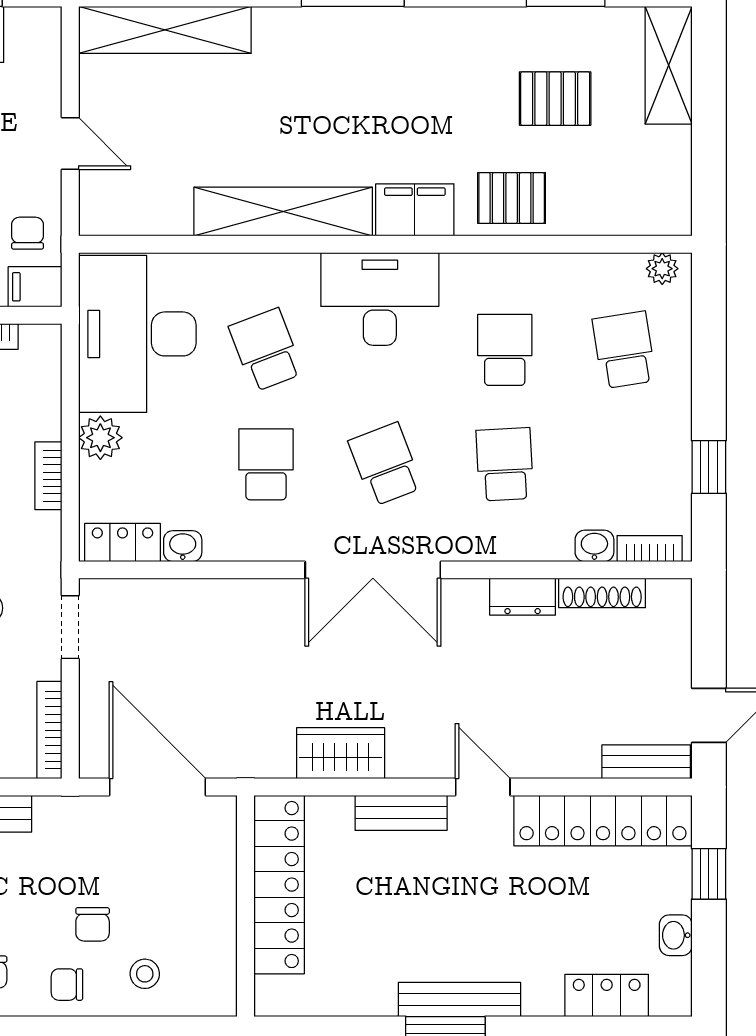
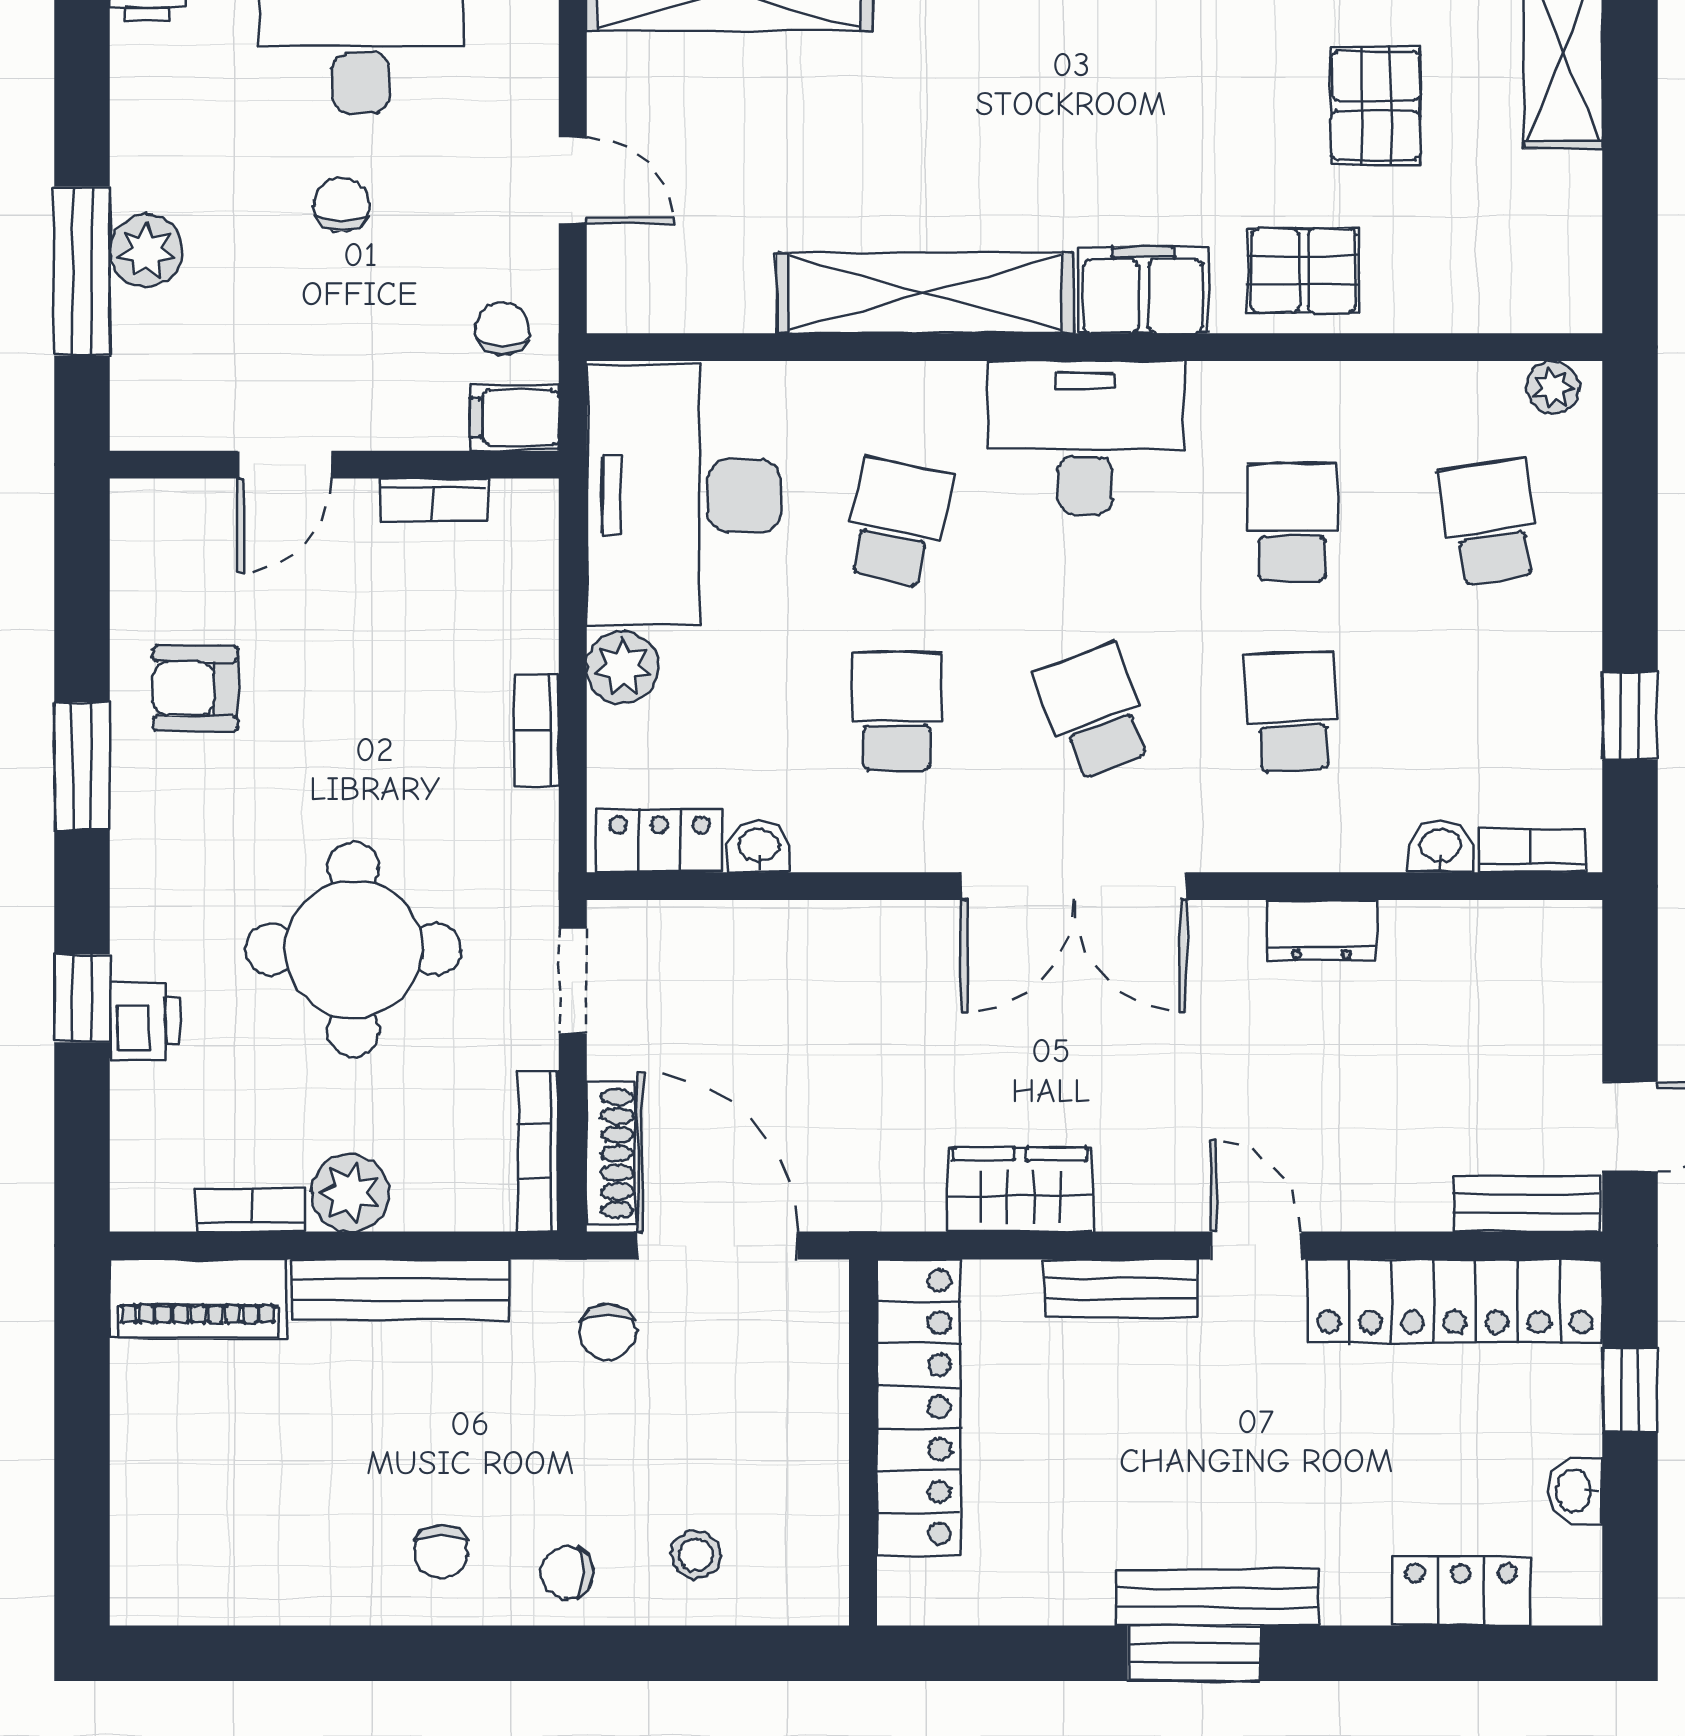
pallet: (555, 99) -> (1376, 106), turned 90
school desk: (266, 350) -> (897, 522), turned 33
shoe rack: (602, 593) -> (611, 1154), moved, turned -90
chair: (93, 924) -> (608, 1332), moved

